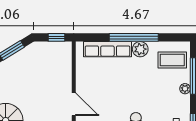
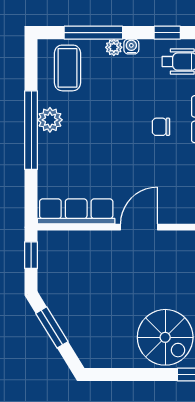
row of seats: (107, 49) -> (76, 211), moved, turned -90
water cooler: (186, 100) -> (131, 47), added

